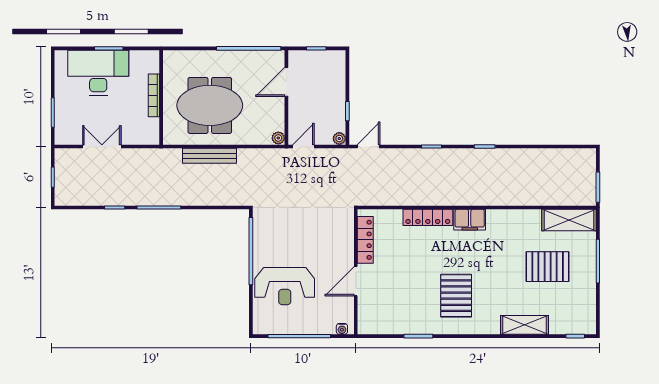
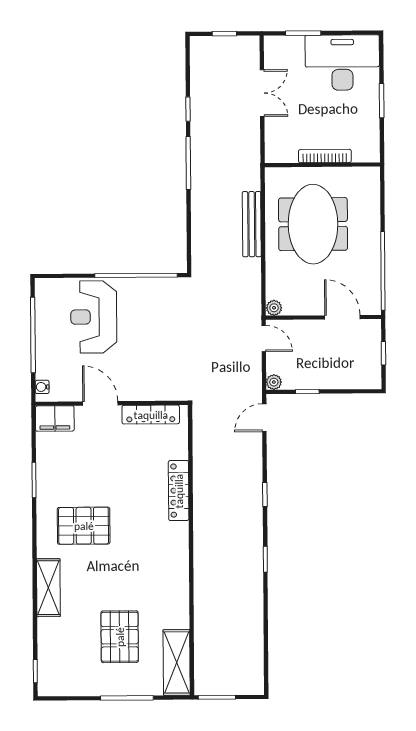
desk: (98, 73) -> (342, 63), moved, turned -90
door: (369, 147) -> (264, 418), swing flipped
filing cabinet: (470, 220) -> (55, 419), moved, turned -90
shelving: (525, 325) -> (48, 588), moved

